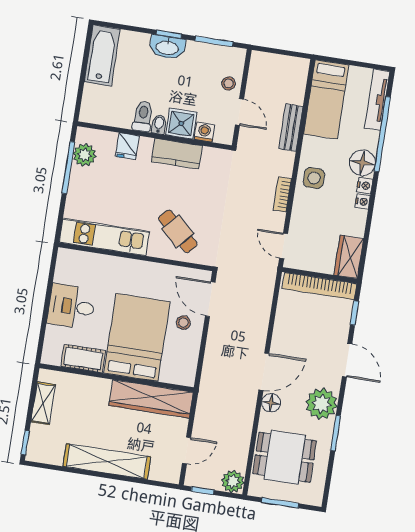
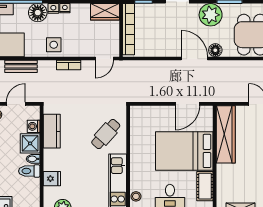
kitchen counter: (177, 154) -> (52, 131), moved
door: (210, 299) -> (187, 104), moved
stool: (183, 323) -> (136, 196), moved

